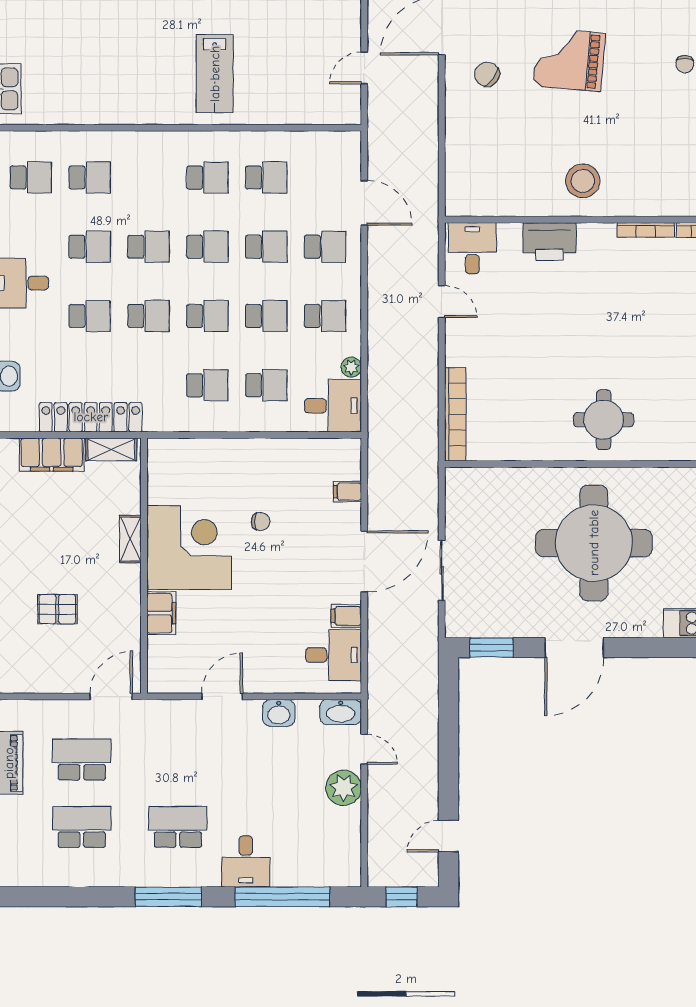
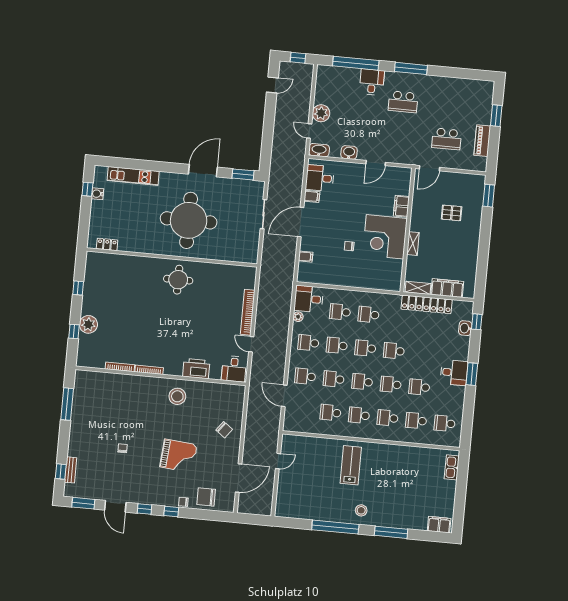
chair: (487, 74) -> (224, 430), moved
school desk: (90, 316) -> (388, 418), moved
bookcase: (455, 414) -> (248, 312), moved
school desk: (82, 827) -> (450, 106), removed

